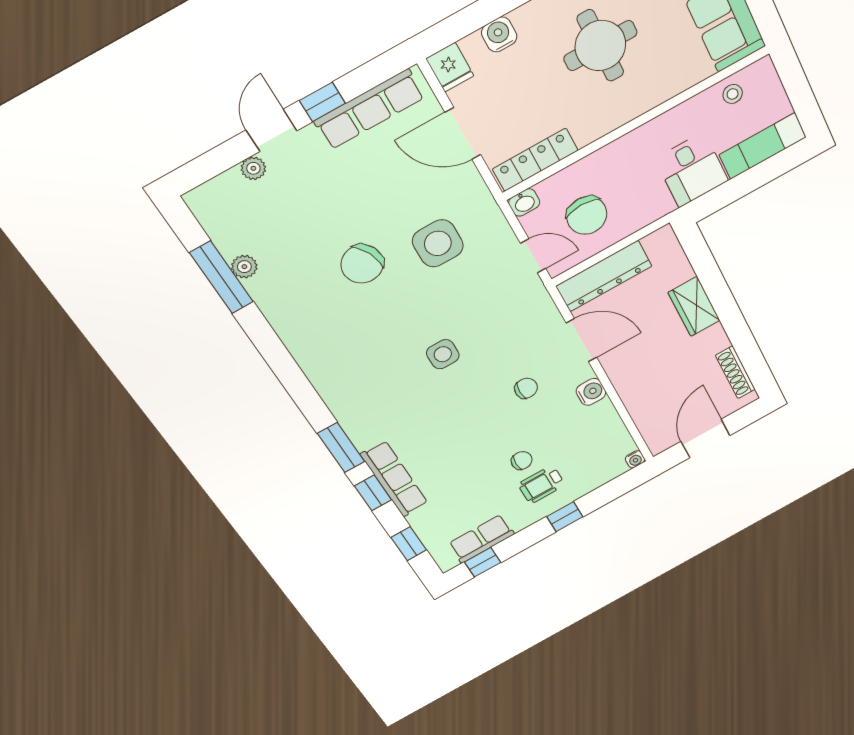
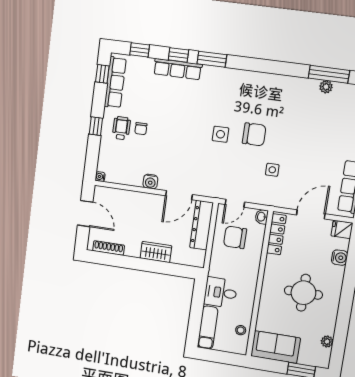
side table: (438, 243) -> (272, 170), width x0.54, depth x0.54
chair: (362, 264) -> (254, 134), moved, turned 114
chair: (526, 388) -> (175, 156), removed
row of seats: (481, 539) -> (115, 82), width x1.48

